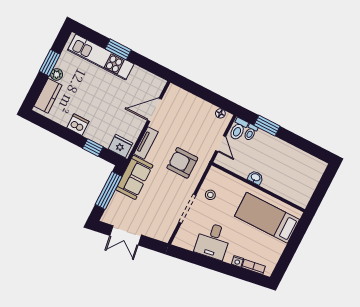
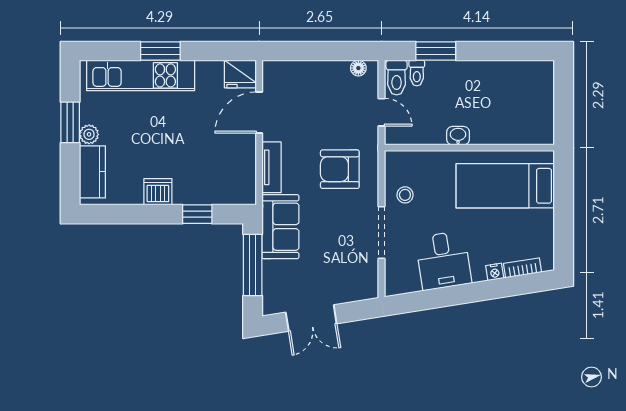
fridge: (120, 146) -> (240, 74), moved, turned 180

